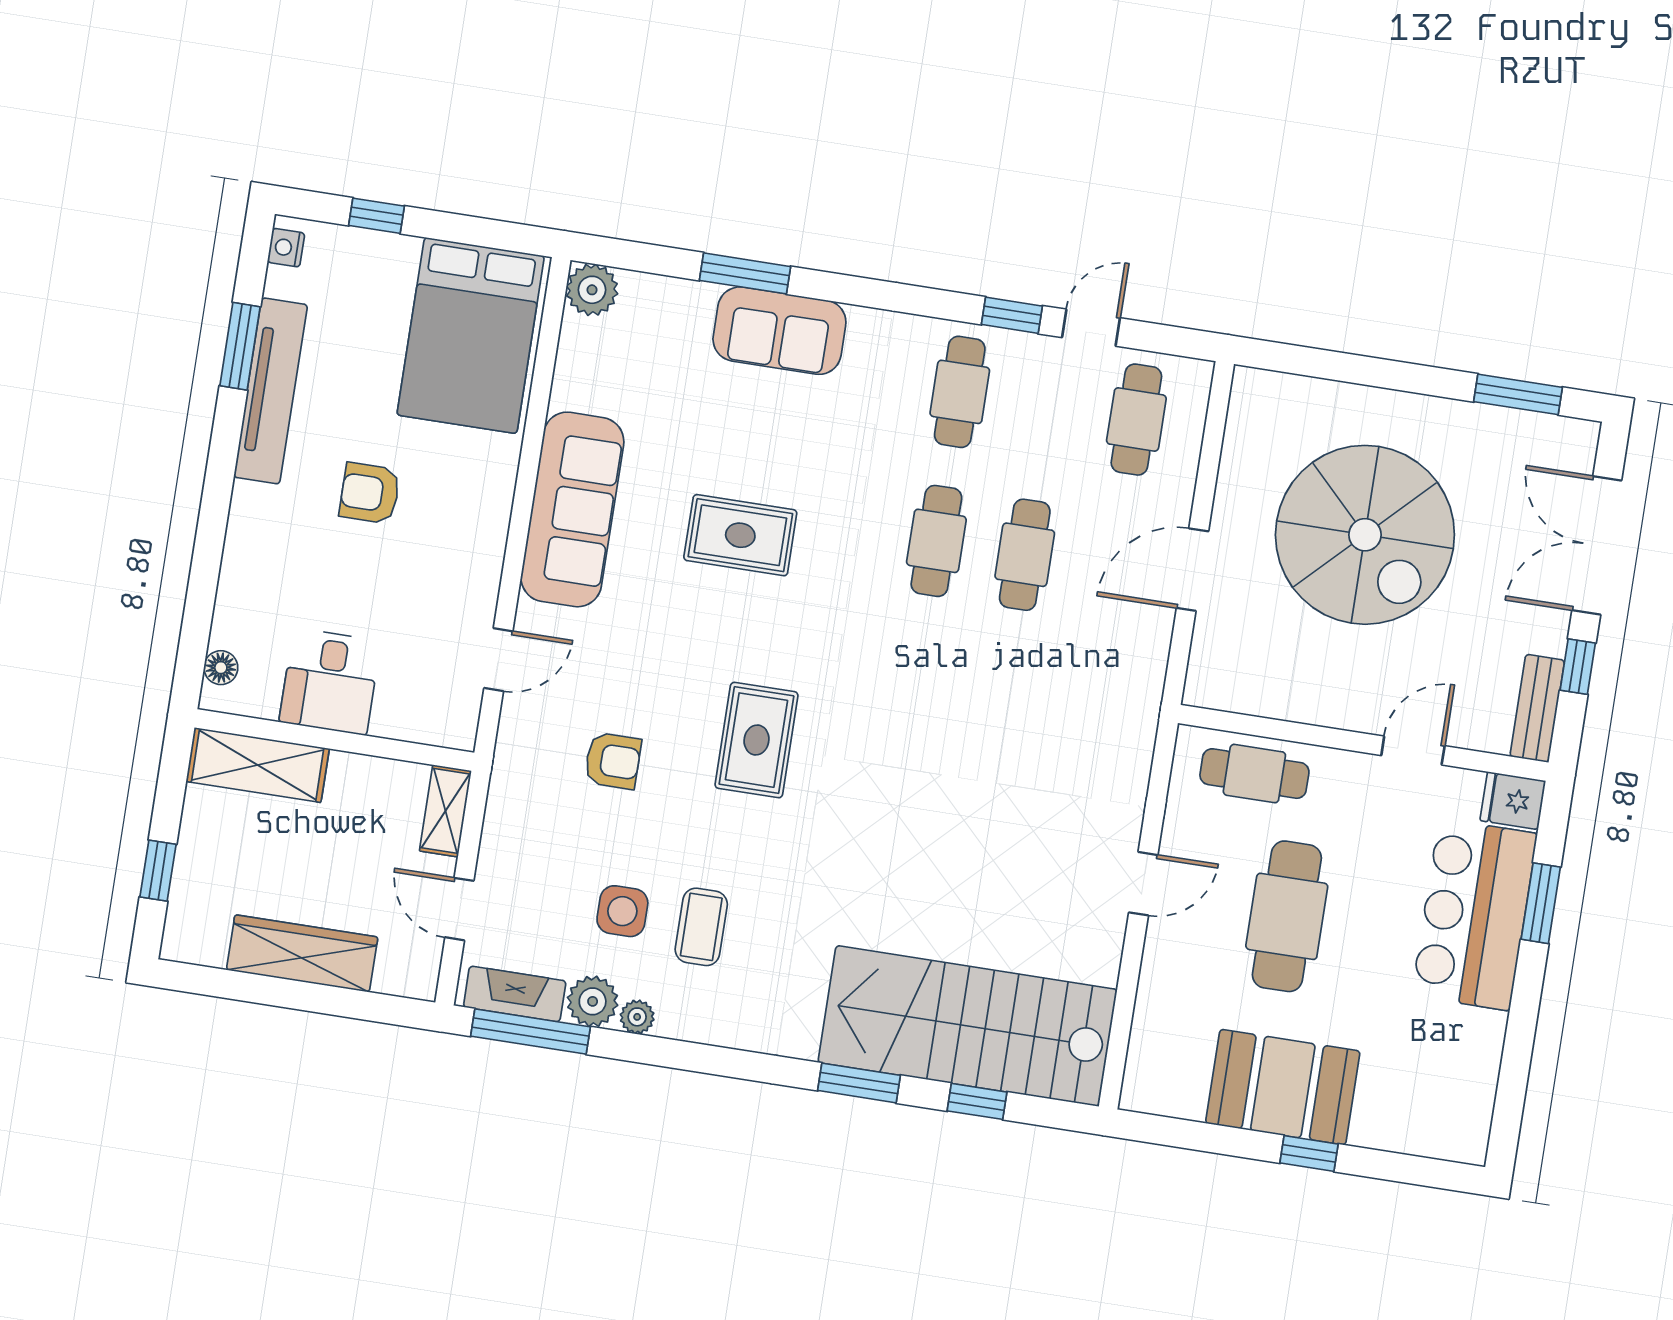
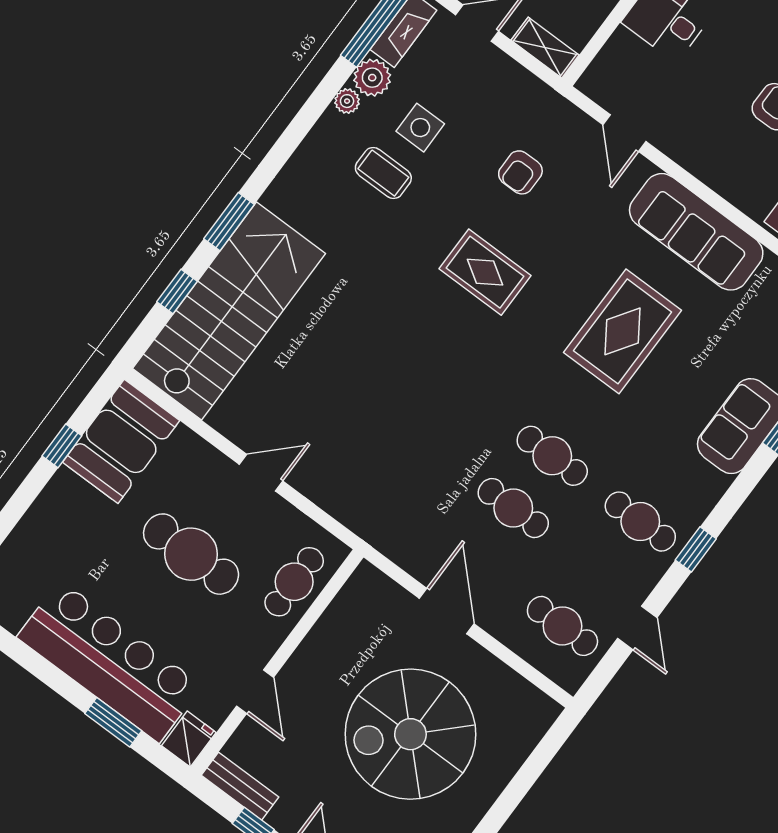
window: (1012, 315) -> (696, 549), moved
rug: (740, 535) -> (623, 331), width x1.36, depth x1.43
door: (1143, 884) -> (261, 473), swing flipped
bar counter: (1474, 915) -> (109, 661), width x1.36
booth: (1283, 1087) -> (121, 441), moved
window: (1309, 1153) -> (62, 446), moved

